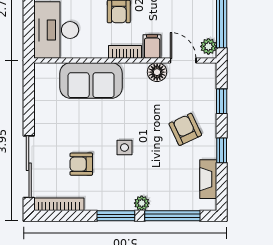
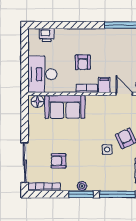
floor lamp: (157, 72) -> (38, 101), moved
side table: (124, 148) -> (107, 149), moved
plant: (142, 203) -> (82, 186), moved

